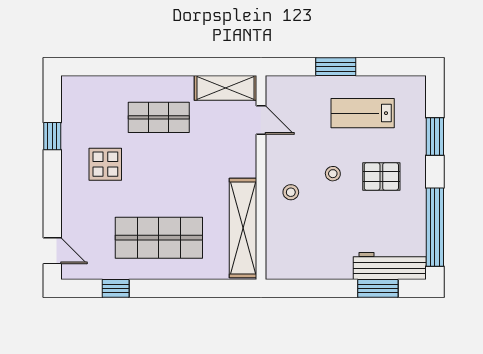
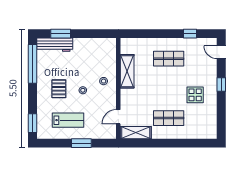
door: (261, 120) -> (118, 117), hinge flipped
window: (52, 136) -> (221, 84), moved
window: (435, 137) -> (32, 123), moved
pallet: (381, 177) -> (59, 89), turned 90
shelving: (243, 228) -> (127, 71), width x0.68
shop shelf: (159, 238) -> (169, 59), width x0.70, depth x0.74

